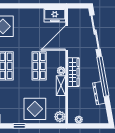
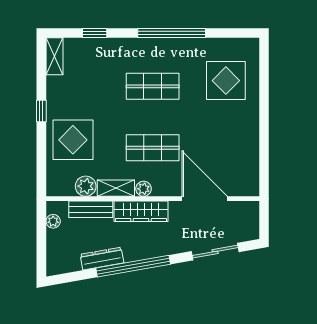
freezer: (55, 15) -> (246, 177), removed
sliding door: (95, 32) -> (215, 252), width x0.73
bench: (72, 99) -> (91, 209), added
plant: (60, 117) -> (86, 186), moved

